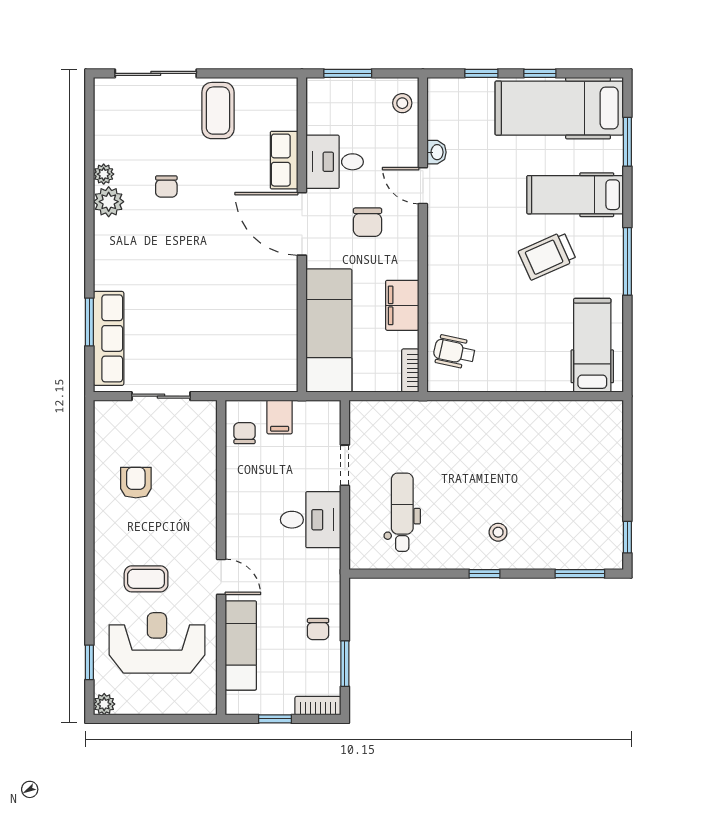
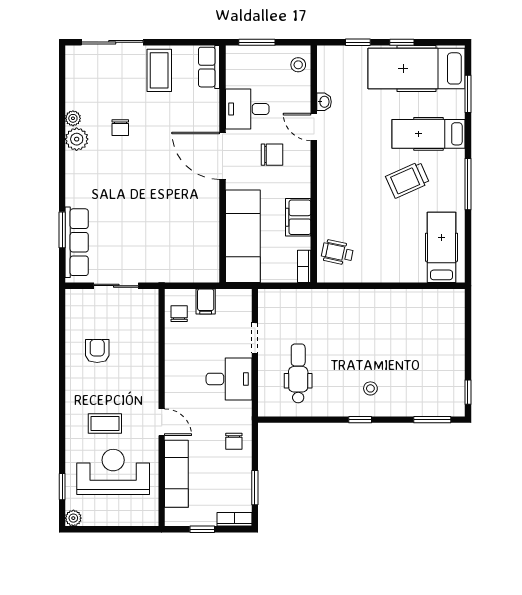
row of seats: (284, 160) -> (209, 67), moved
chair: (368, 222) -> (272, 155), turned -90
chair: (318, 629) -> (234, 441), moved

